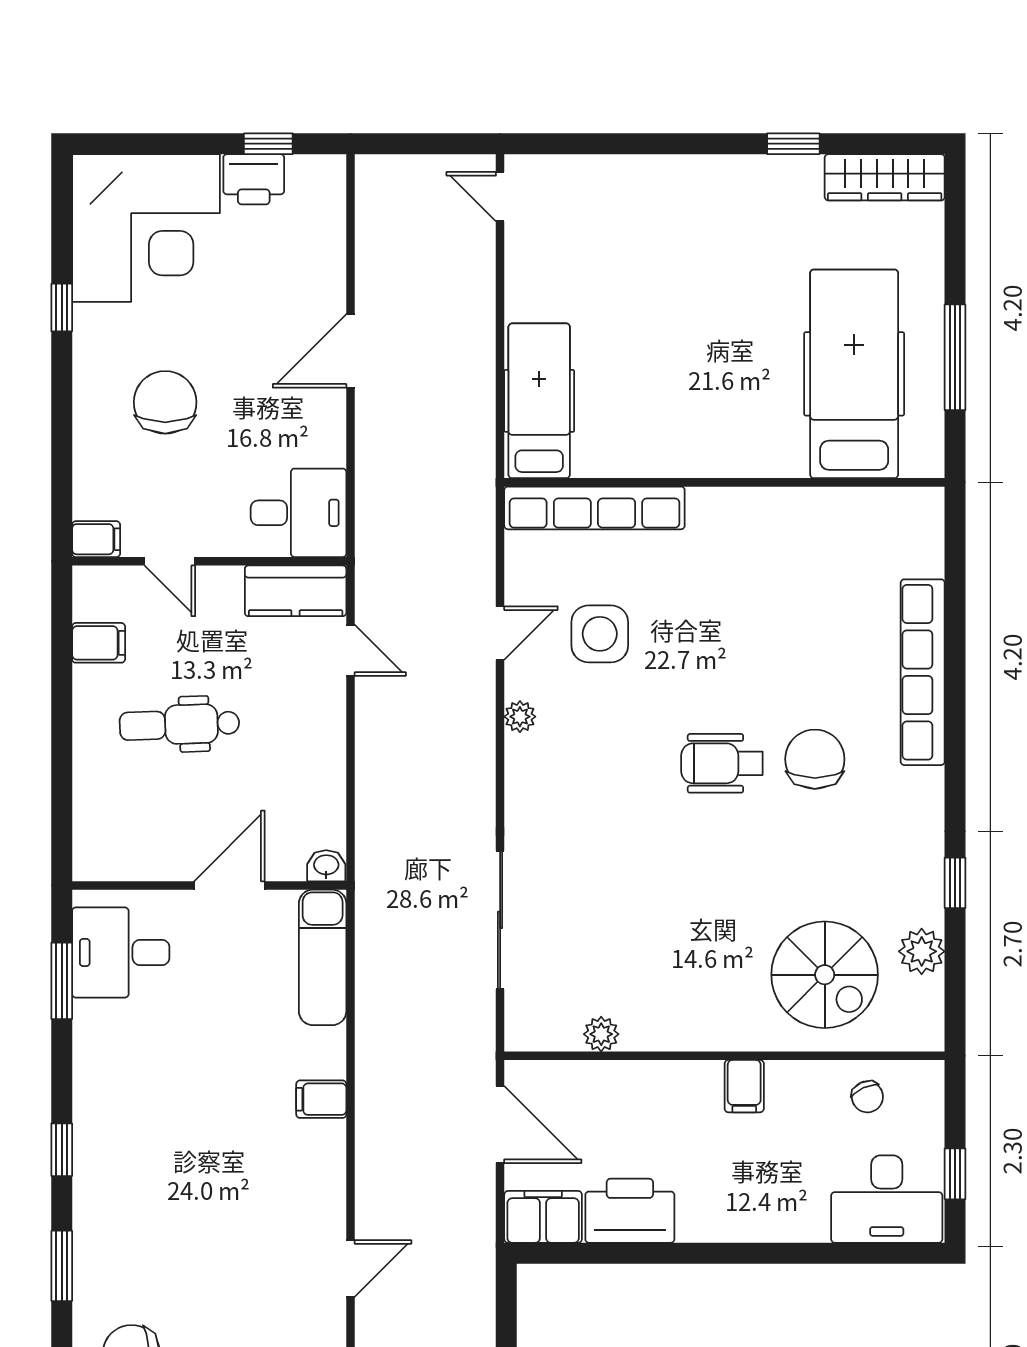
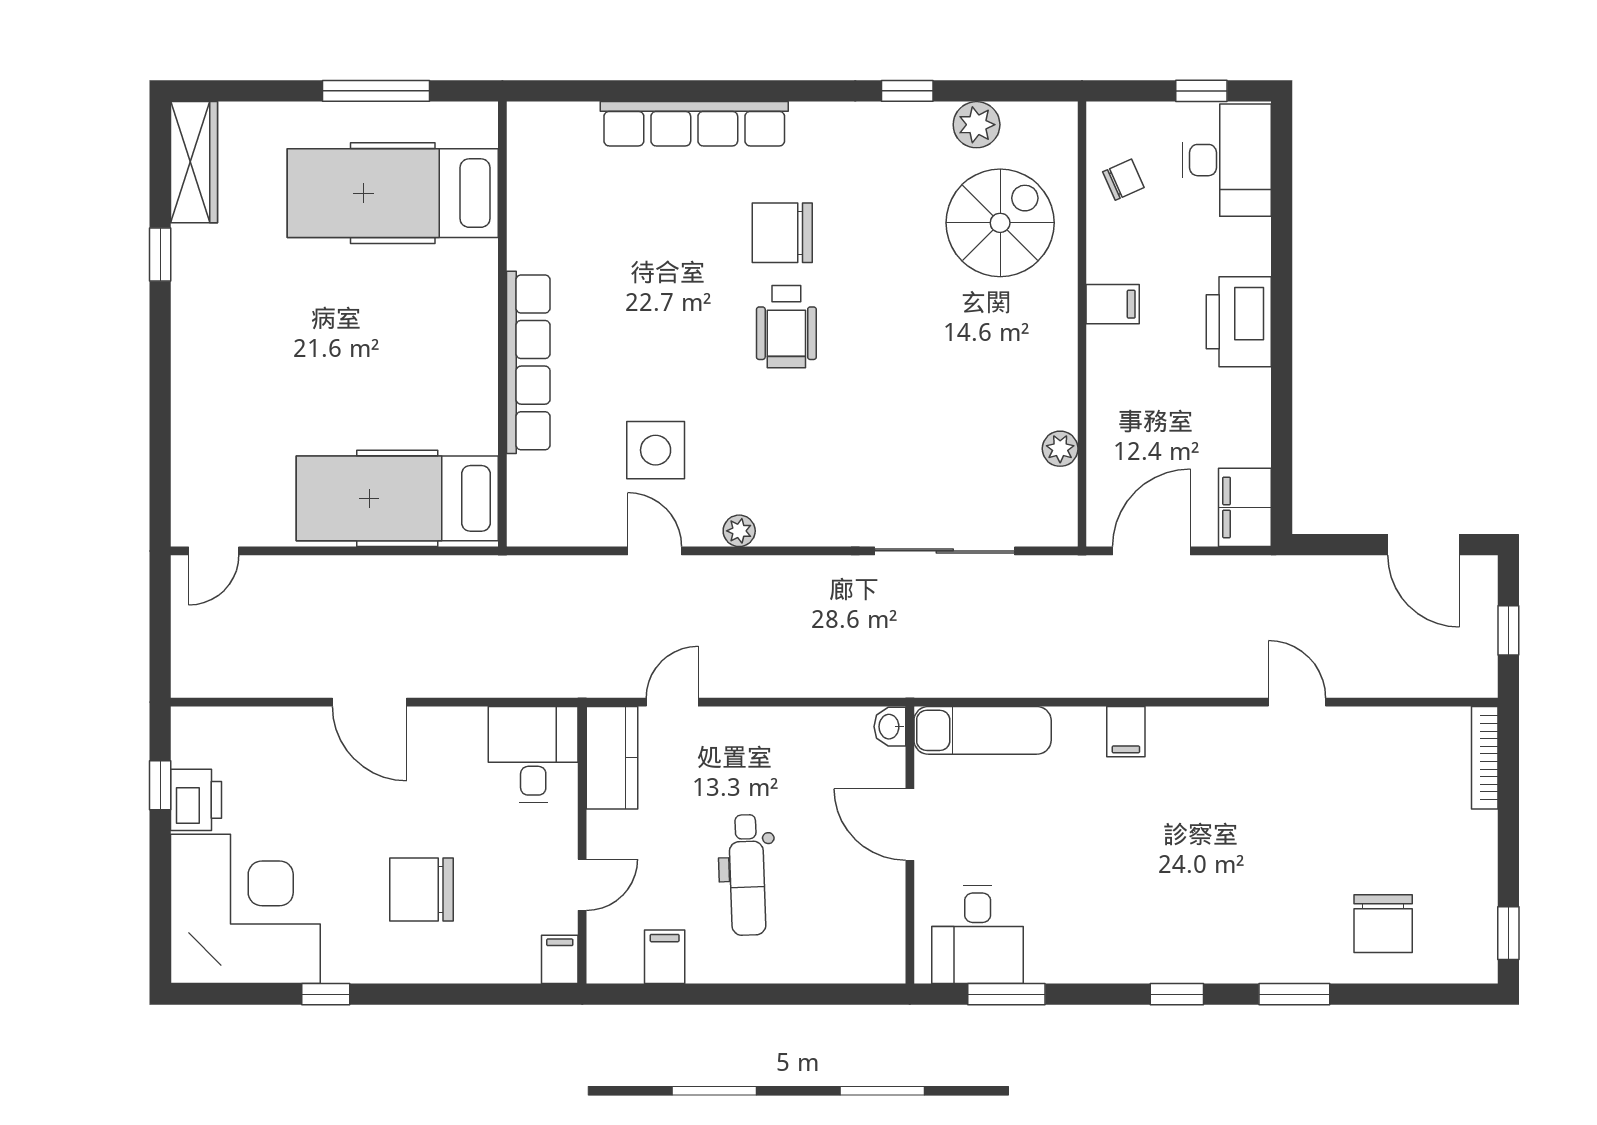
hospital bed: (539, 401) -> (397, 498), width x1.37, depth x1.29
row of seats: (594, 508) -> (528, 362), moved
printer: (630, 1211) -> (1239, 322), moved

